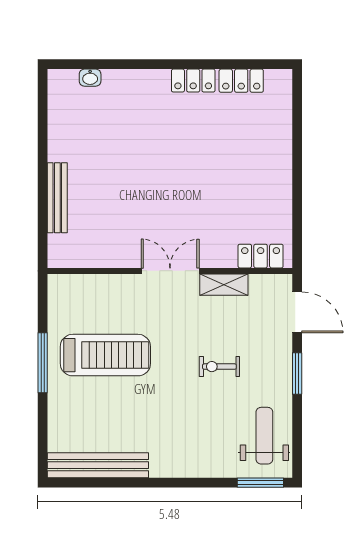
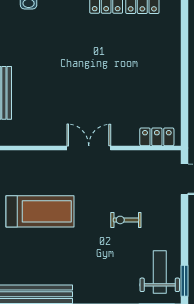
shelving: (224, 285) -> (129, 158), removed
window: (297, 374) -> (184, 281), moved

